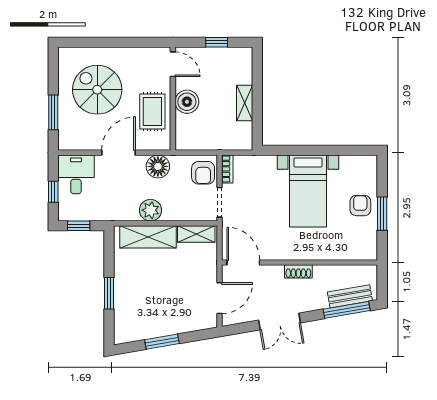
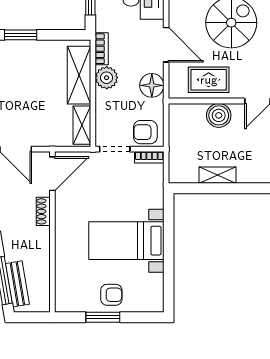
bookcase: (122, 215) -> (102, 49), added
shoe rack: (298, 271) -> (43, 211), moved

